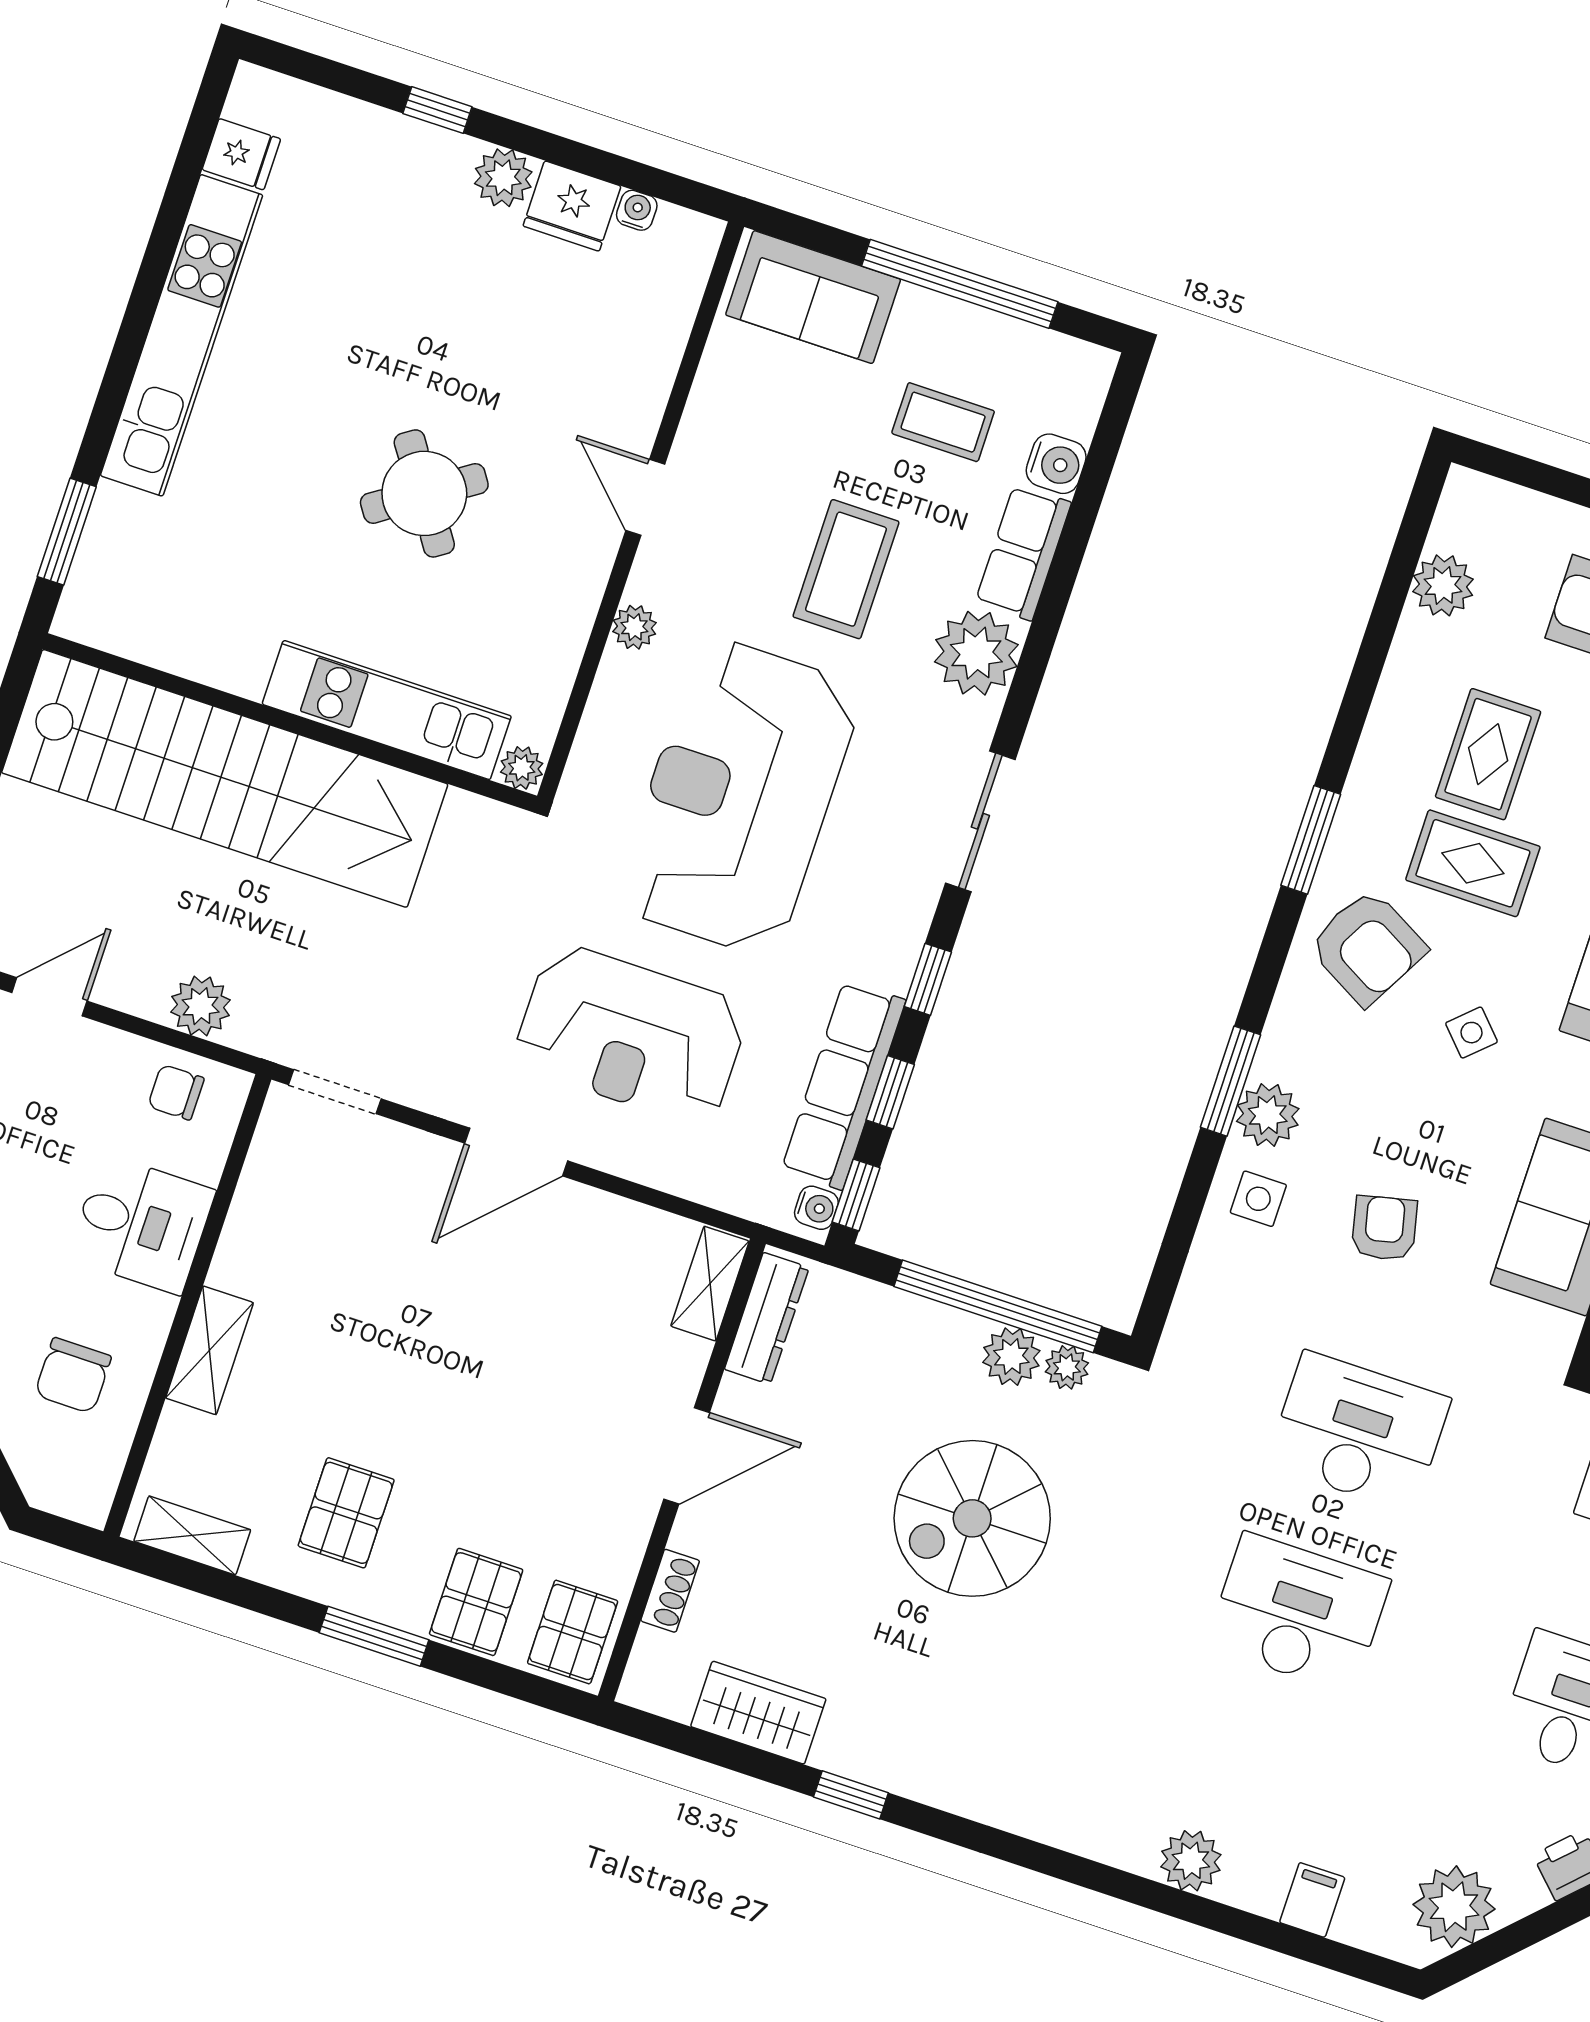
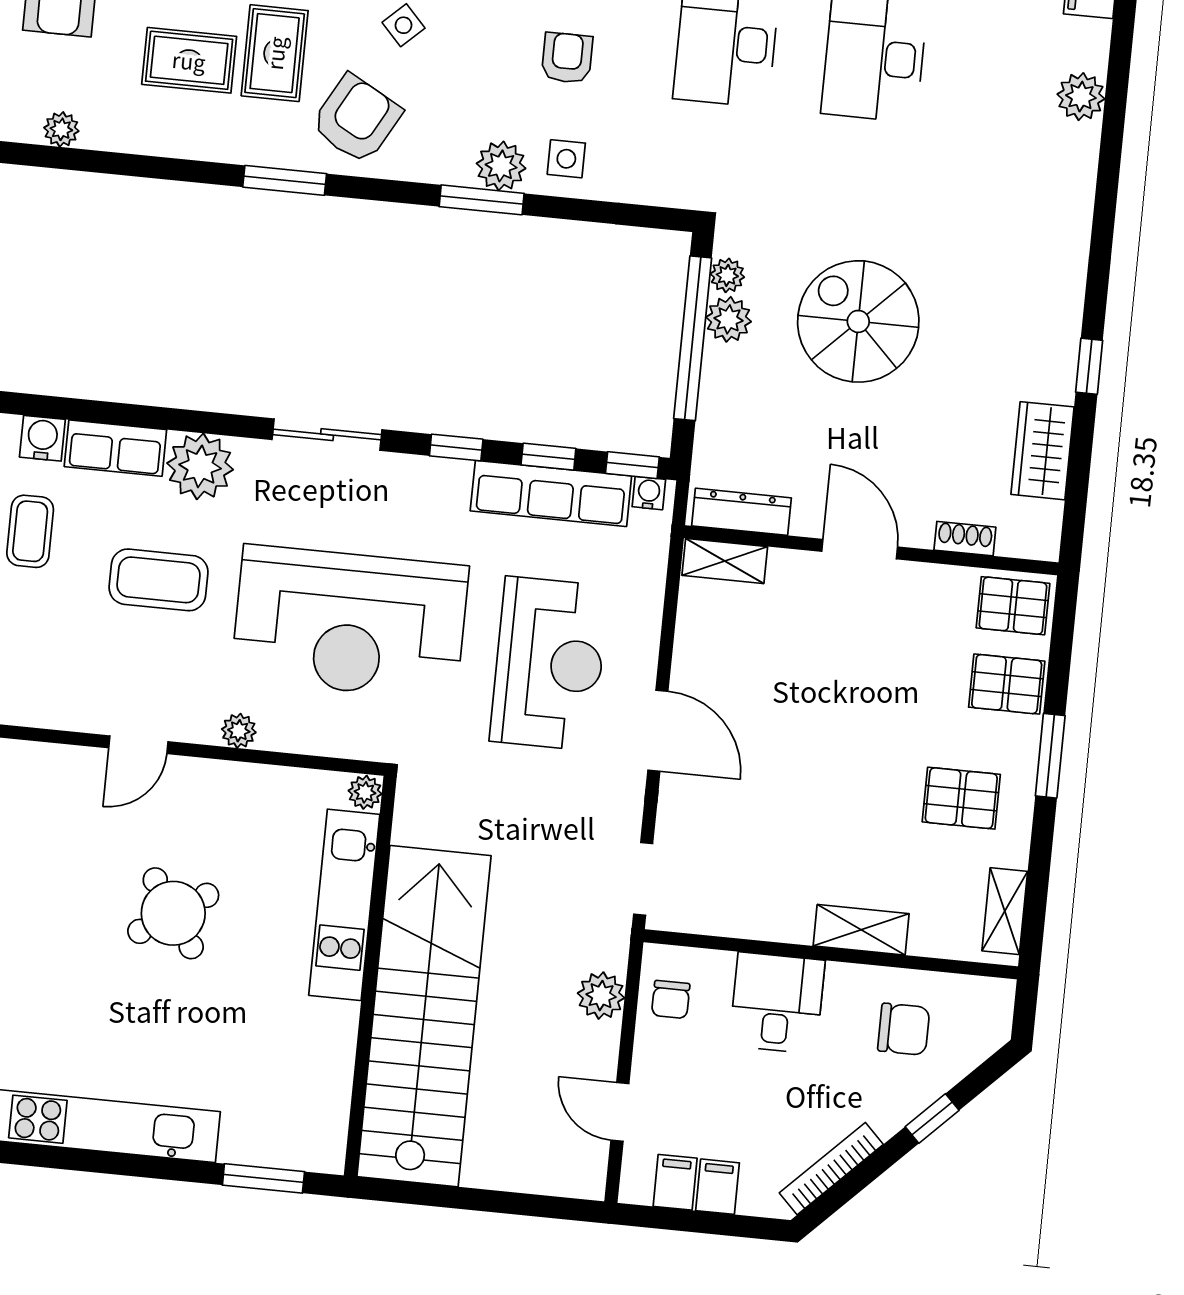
plant: (1443, 585) -> (61, 129), width x0.73, depth x0.73
armchair: (1384, 1228) -> (567, 58), turned 103
spiral stairs: (972, 1518) -> (858, 321), turned 180

